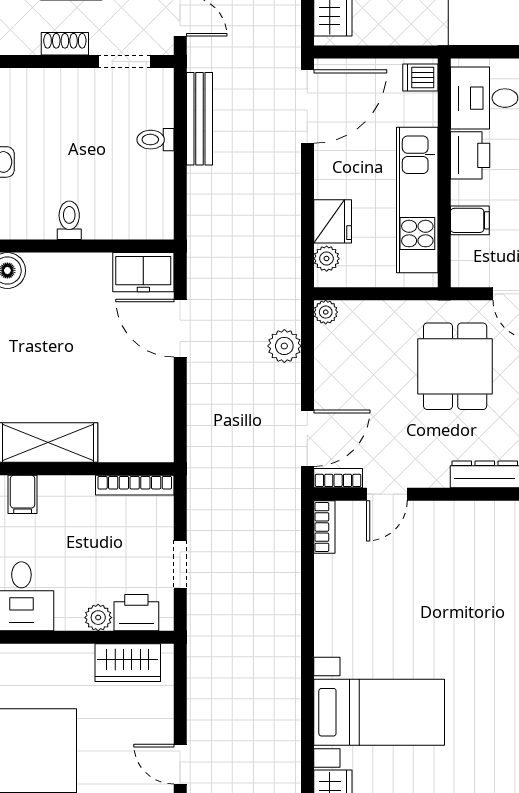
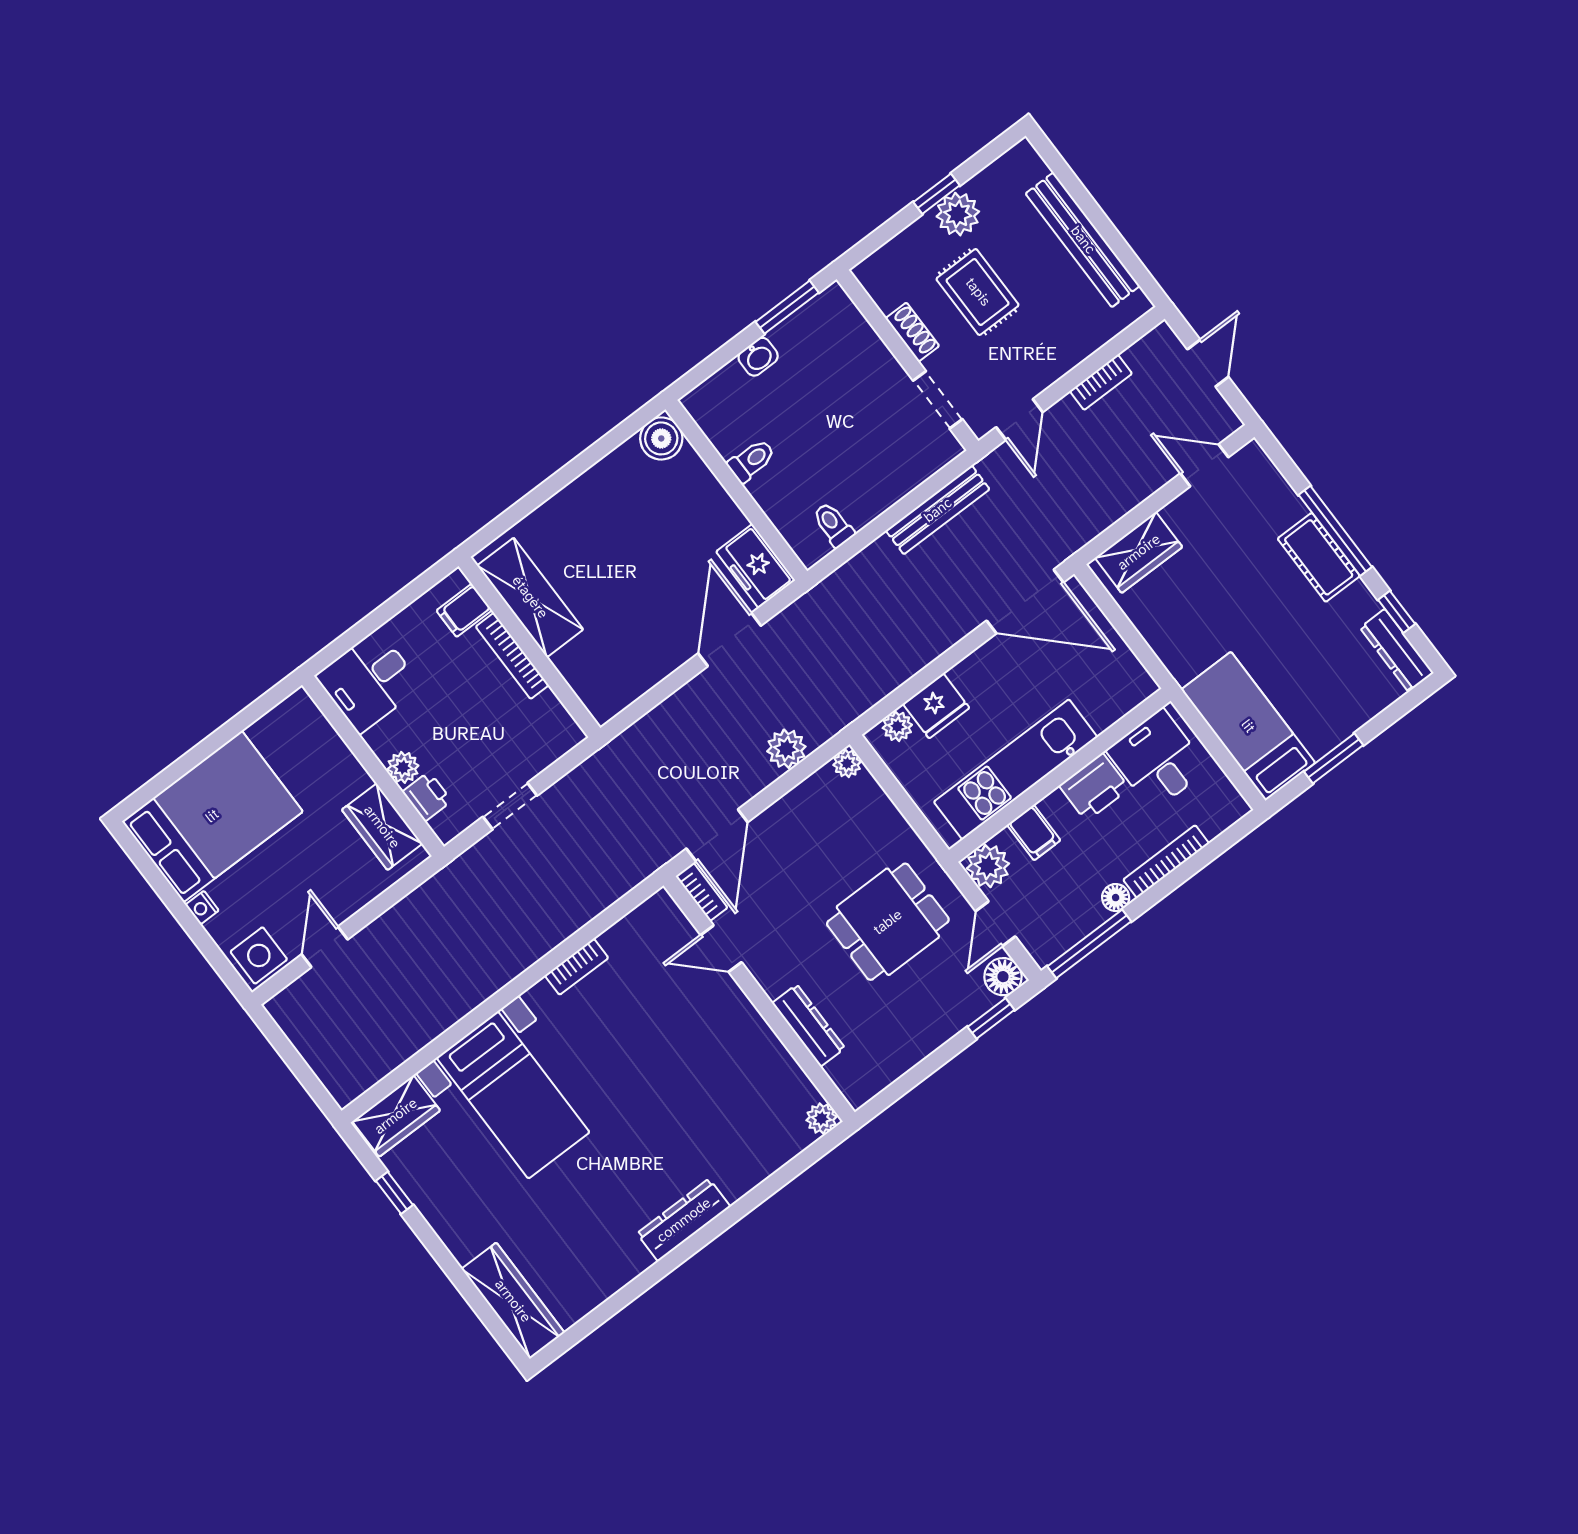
dishwasher: (420, 78) -> (1132, 686), removed
toilet: (155, 140) -> (833, 525), moved
plant: (469, 269) -> (988, 866), added
door: (307, 438) -> (717, 835), hinge flipped
bookcase: (135, 485) -> (512, 656), moved
bookcase: (324, 527) -> (577, 967), moved
printer: (136, 613) -> (427, 796), width x0.73, depth x0.81

